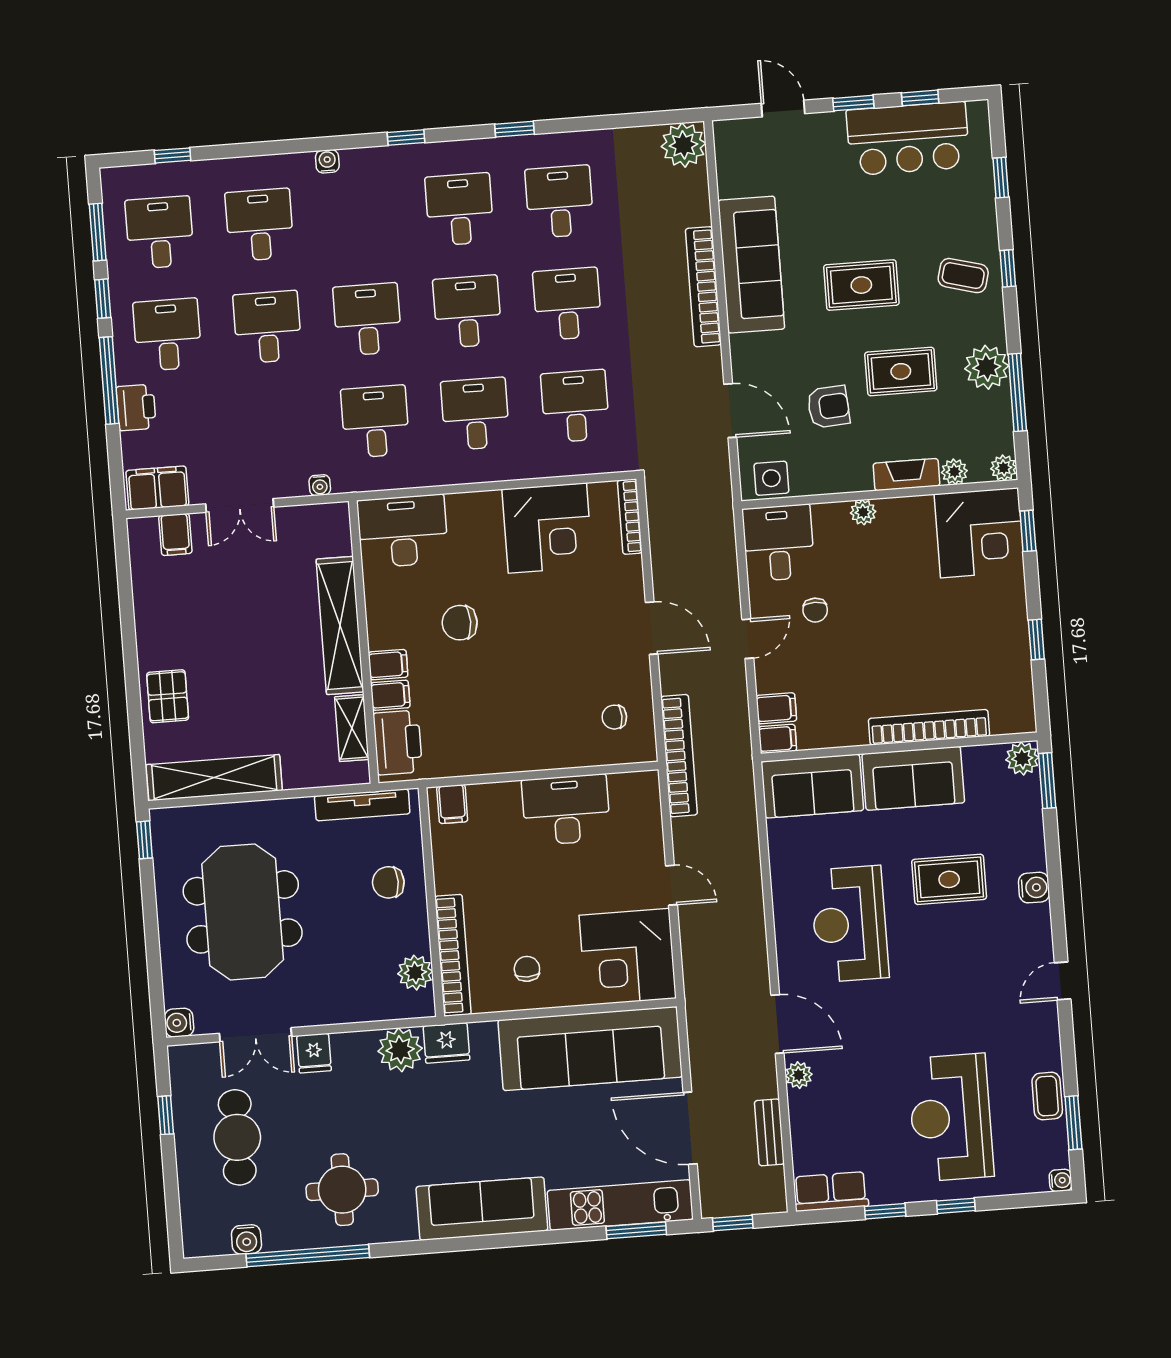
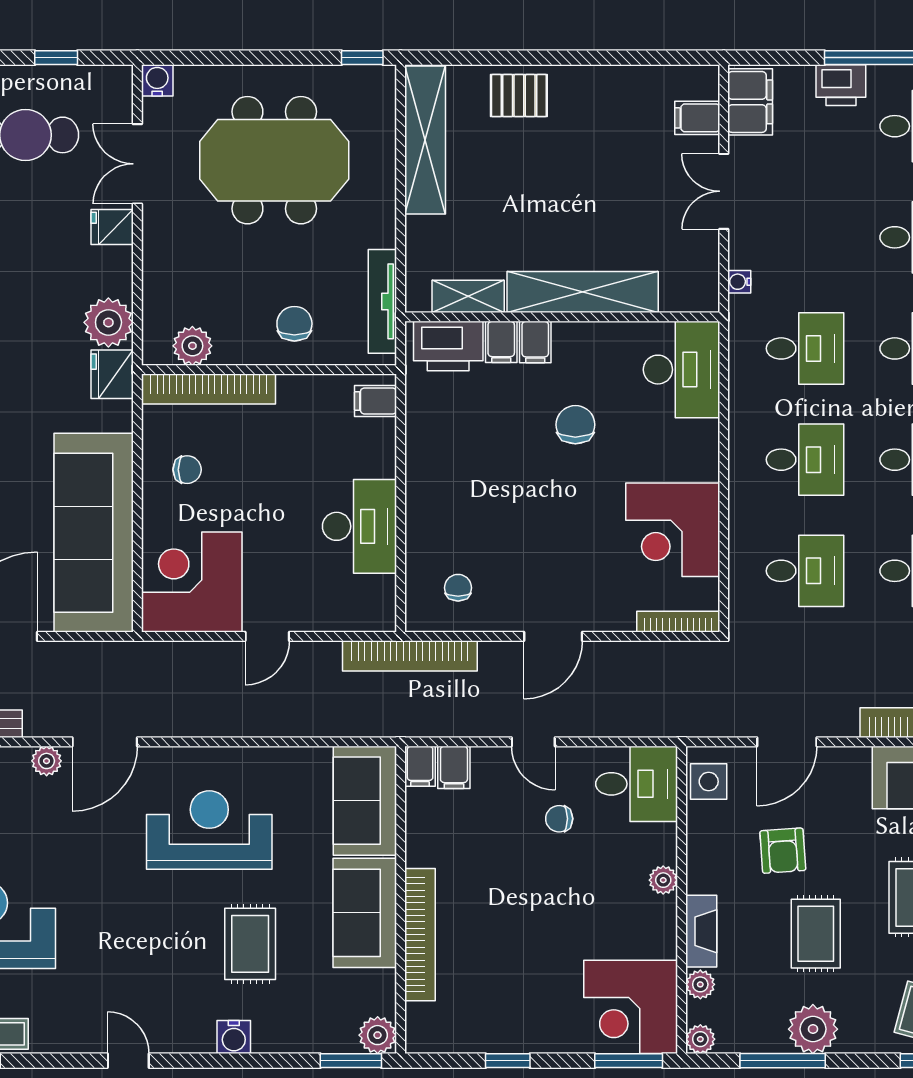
window: (1028, 531) -> (629, 1061), width x1.50

